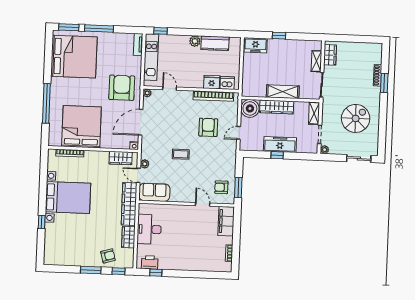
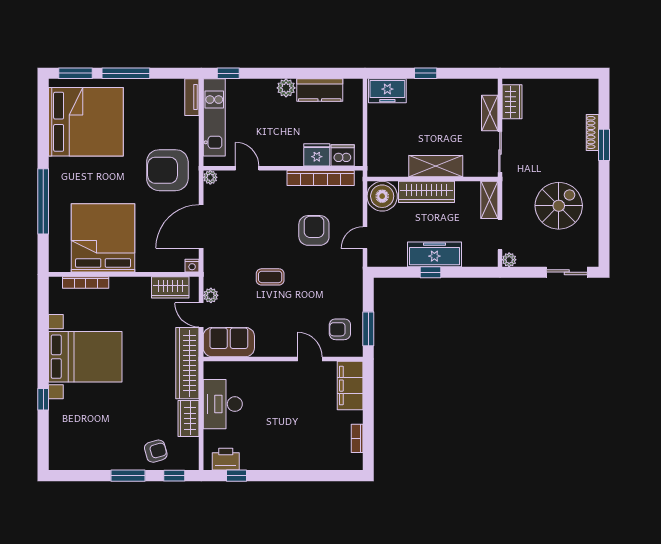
armchair: (122, 88) -> (167, 170), turned -90

